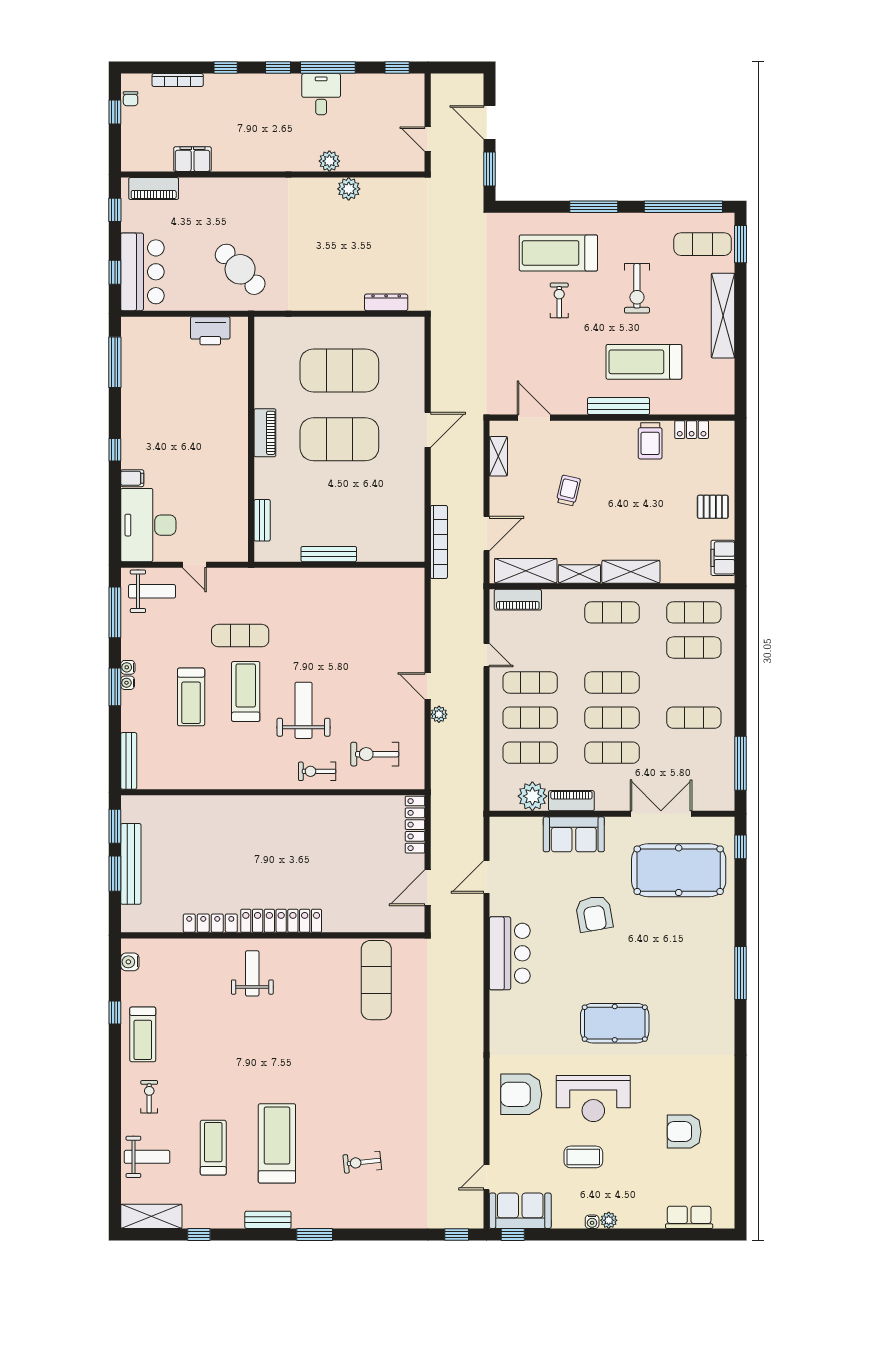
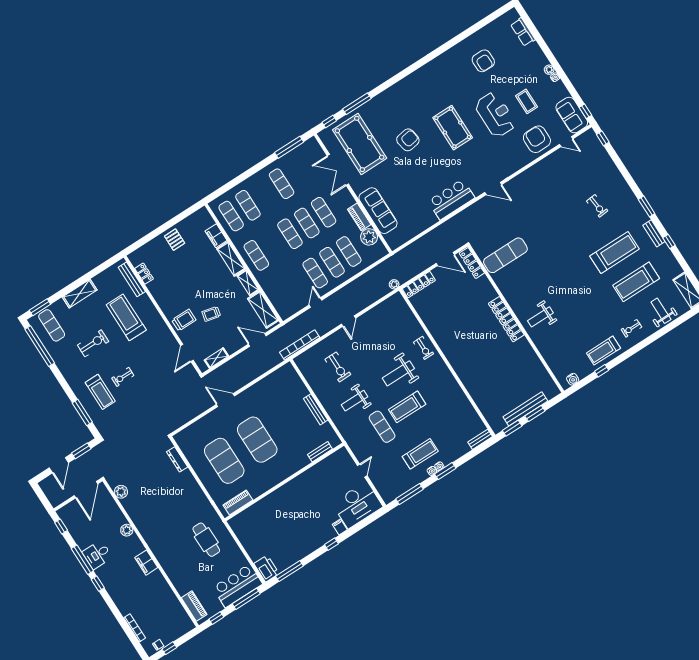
window: (226, 68) -> (114, 609), removed
door: (428, 139) -> (86, 490), width x1.87
filing cabinet: (193, 159) -> (146, 563), moved
plant: (349, 189) -> (121, 492), moved
window: (594, 207) -> (82, 413), moved
treadmill: (558, 253) -> (100, 392), width x0.73, depth x0.73
cafe table: (240, 269) -> (206, 540), turned -46
window: (115, 272) -> (246, 599), width x2.17
shelving: (723, 316) -> (80, 294), width x0.68
printer: (210, 331) -> (266, 569), moved
treadmill: (644, 362) -> (126, 317), turned 180
bench: (619, 406) -> (132, 279), moved
piano: (265, 433) -> (238, 503), moved
trolley: (650, 441) -> (184, 320), moved
bookcase: (439, 542) -> (300, 345), moved
filing cabinet: (723, 558) -> (216, 236), moved, turned 90
weight bench: (152, 591) -> (354, 401), moved, turned -90
piano: (518, 600) -> (279, 305), removed
treadmill: (191, 697) -> (420, 454), moved
plant: (439, 714) -> (394, 284), moved
exercise bike: (375, 754) -> (338, 367), moved
bench: (129, 761) -> (480, 439), width x0.73
sofa: (574, 834) -> (378, 211), width x1.36
door: (487, 877) -> (493, 188), moved
armchair: (594, 914) -> (408, 140), moved
locker: (210, 923) -> (472, 263), moved
window: (740, 973) -> (357, 104), moved
treadmill: (143, 1034) -> (603, 351), turned 180
armchair: (521, 1094) -> (537, 139), moved, turned 180
treadmill: (277, 1143) -> (614, 253), turned 180
treadmill: (213, 1148) -> (636, 282), width x1.37, depth x1.38
window: (199, 1234) -> (669, 242), moved

